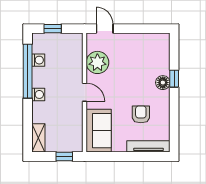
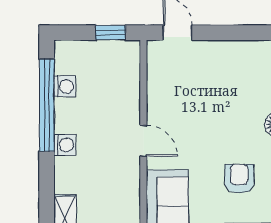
window: (53, 29) -> (111, 33), moved
plant: (97, 62) -> (165, 90), removed

